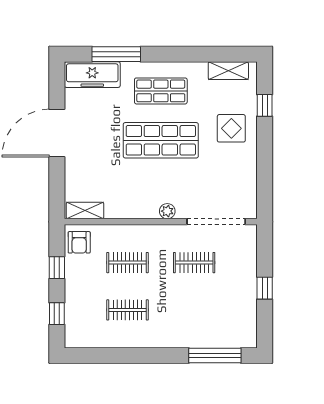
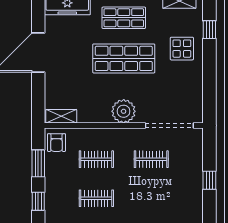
plant: (167, 211) -> (124, 111), width x1.88, depth x1.88
window: (57, 268) -> (38, 163), width x1.50

